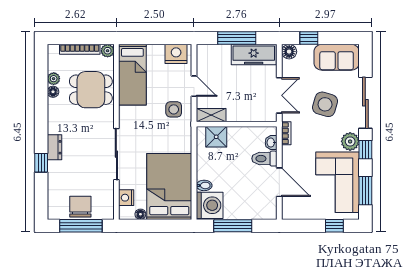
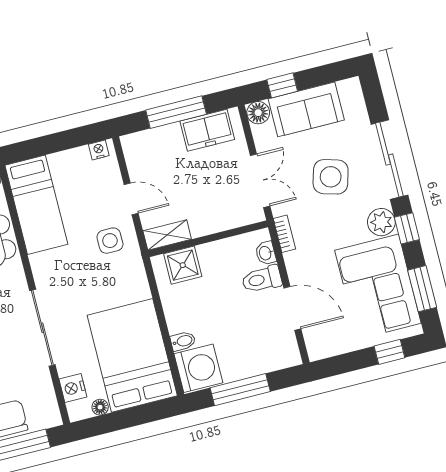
nightstand: (176, 54) -> (99, 150), width x0.53, depth x0.56
freezer: (254, 55) -> (207, 130), width x0.71
sofa: (337, 57) -> (306, 109), moved

